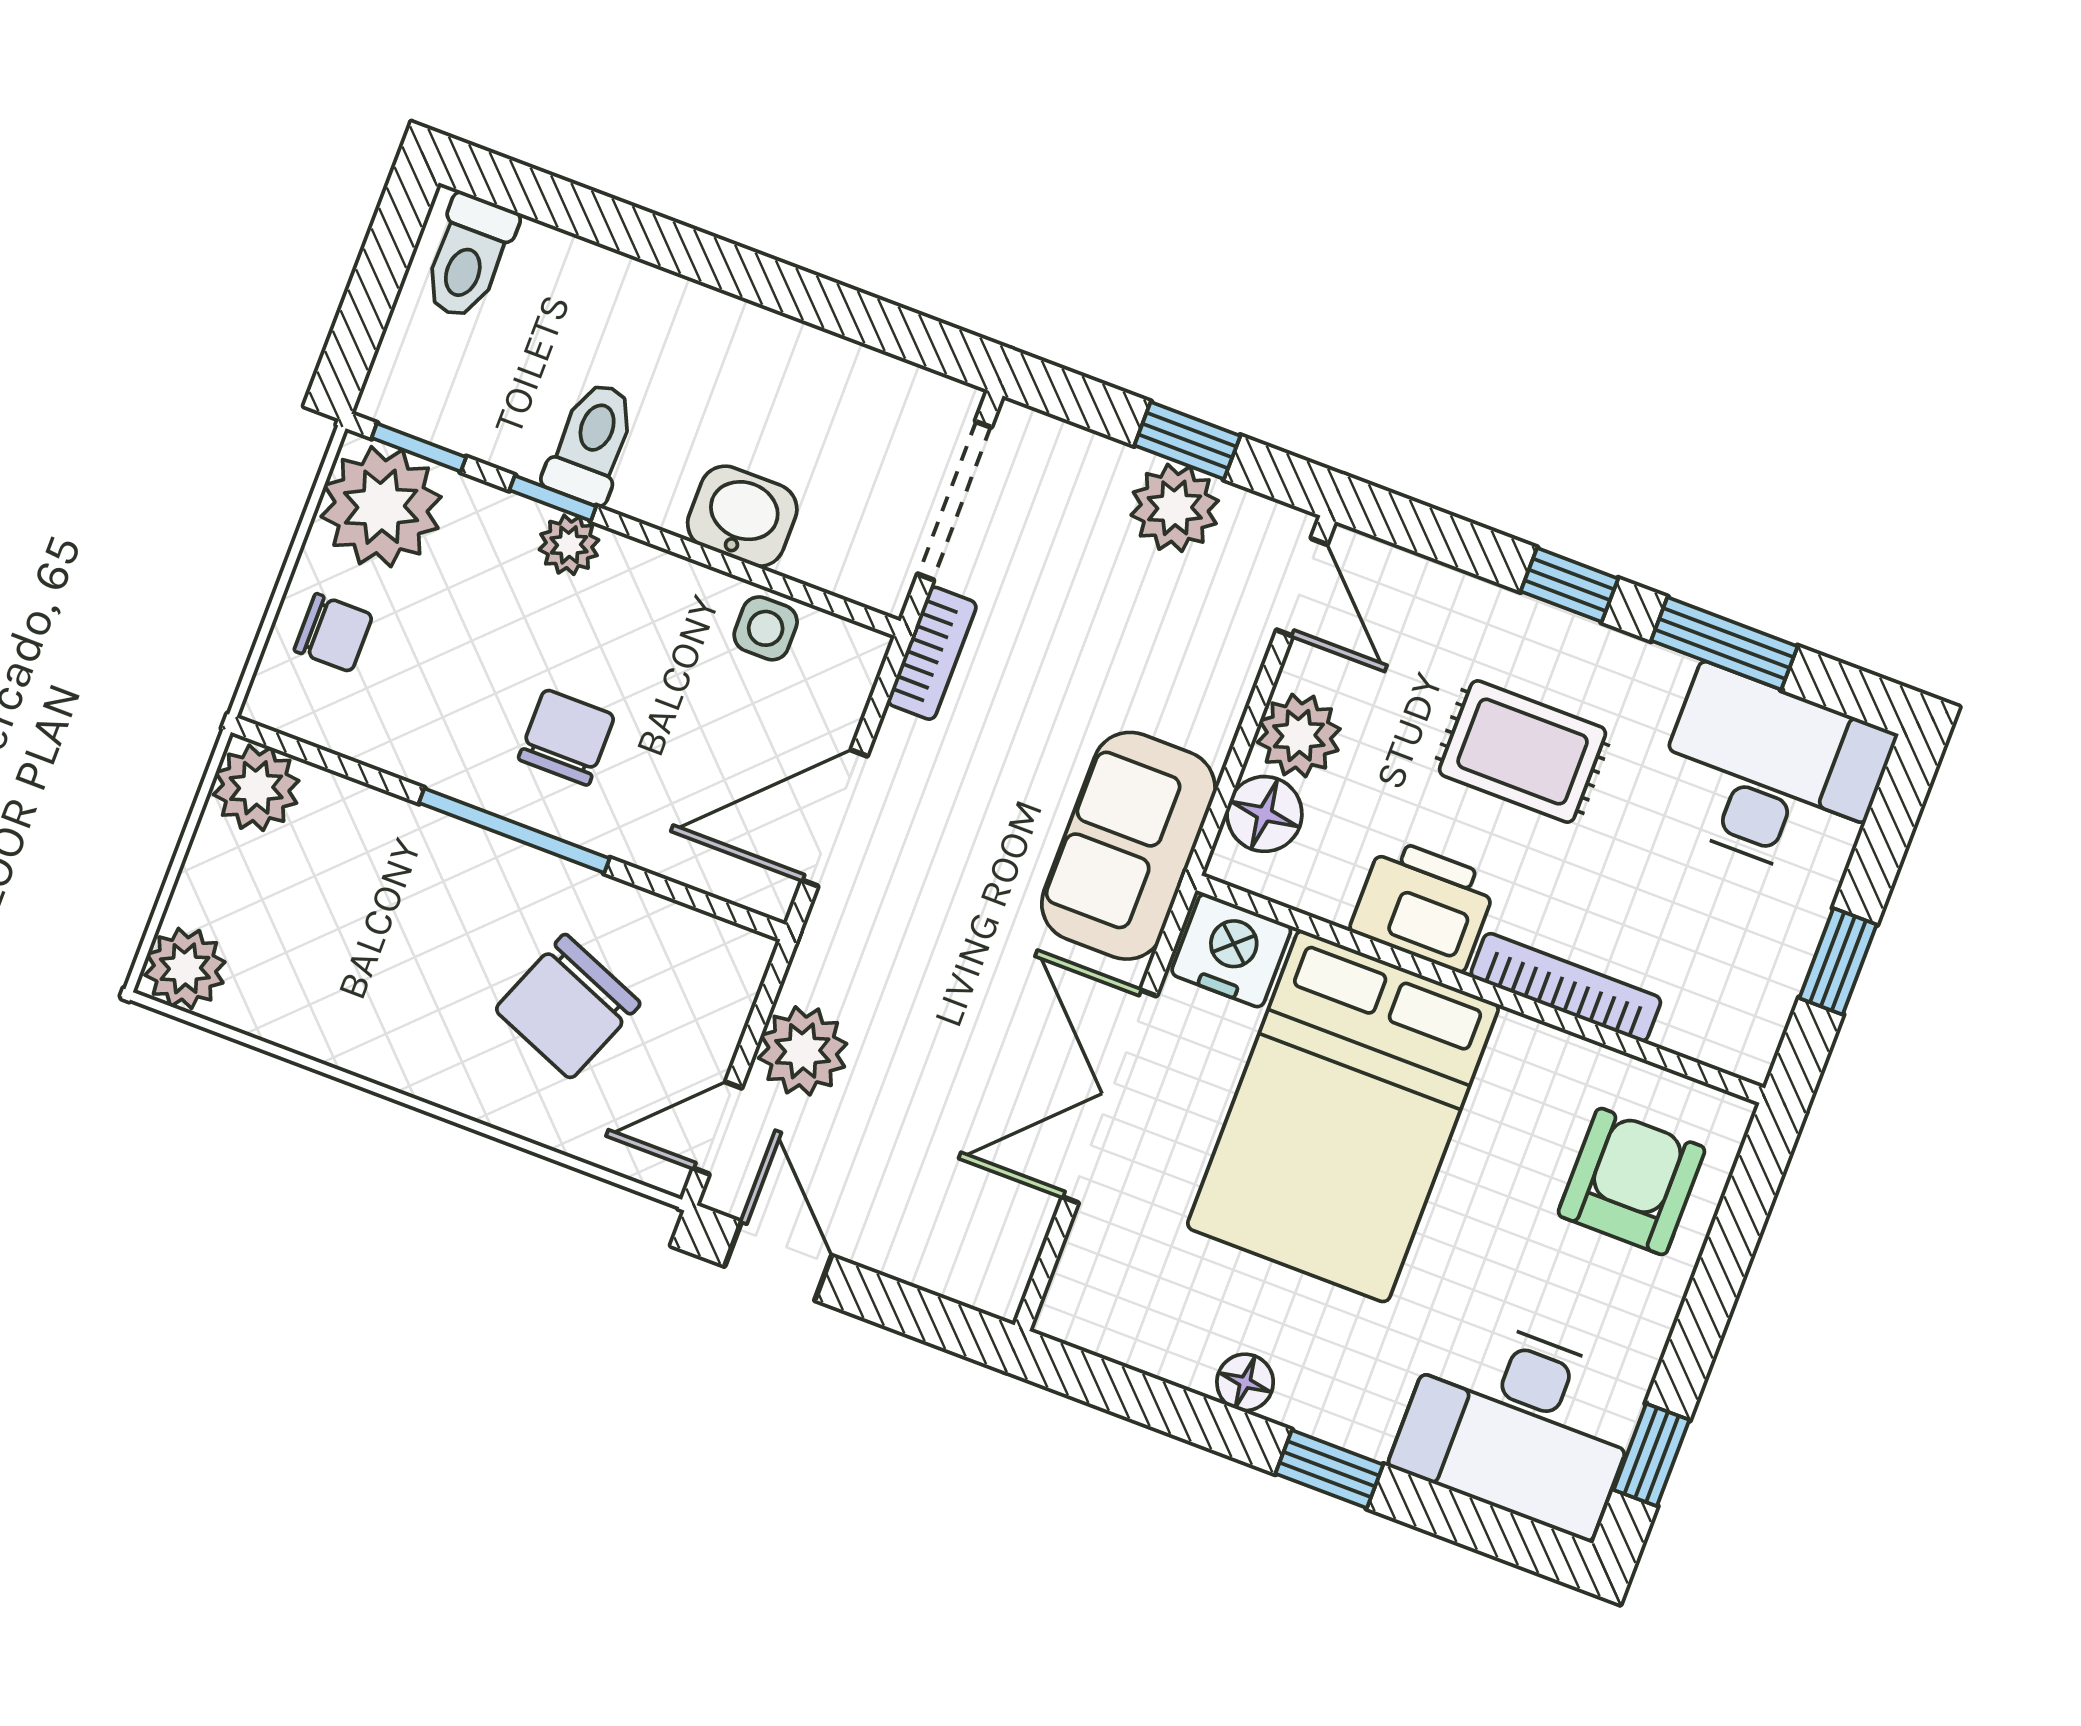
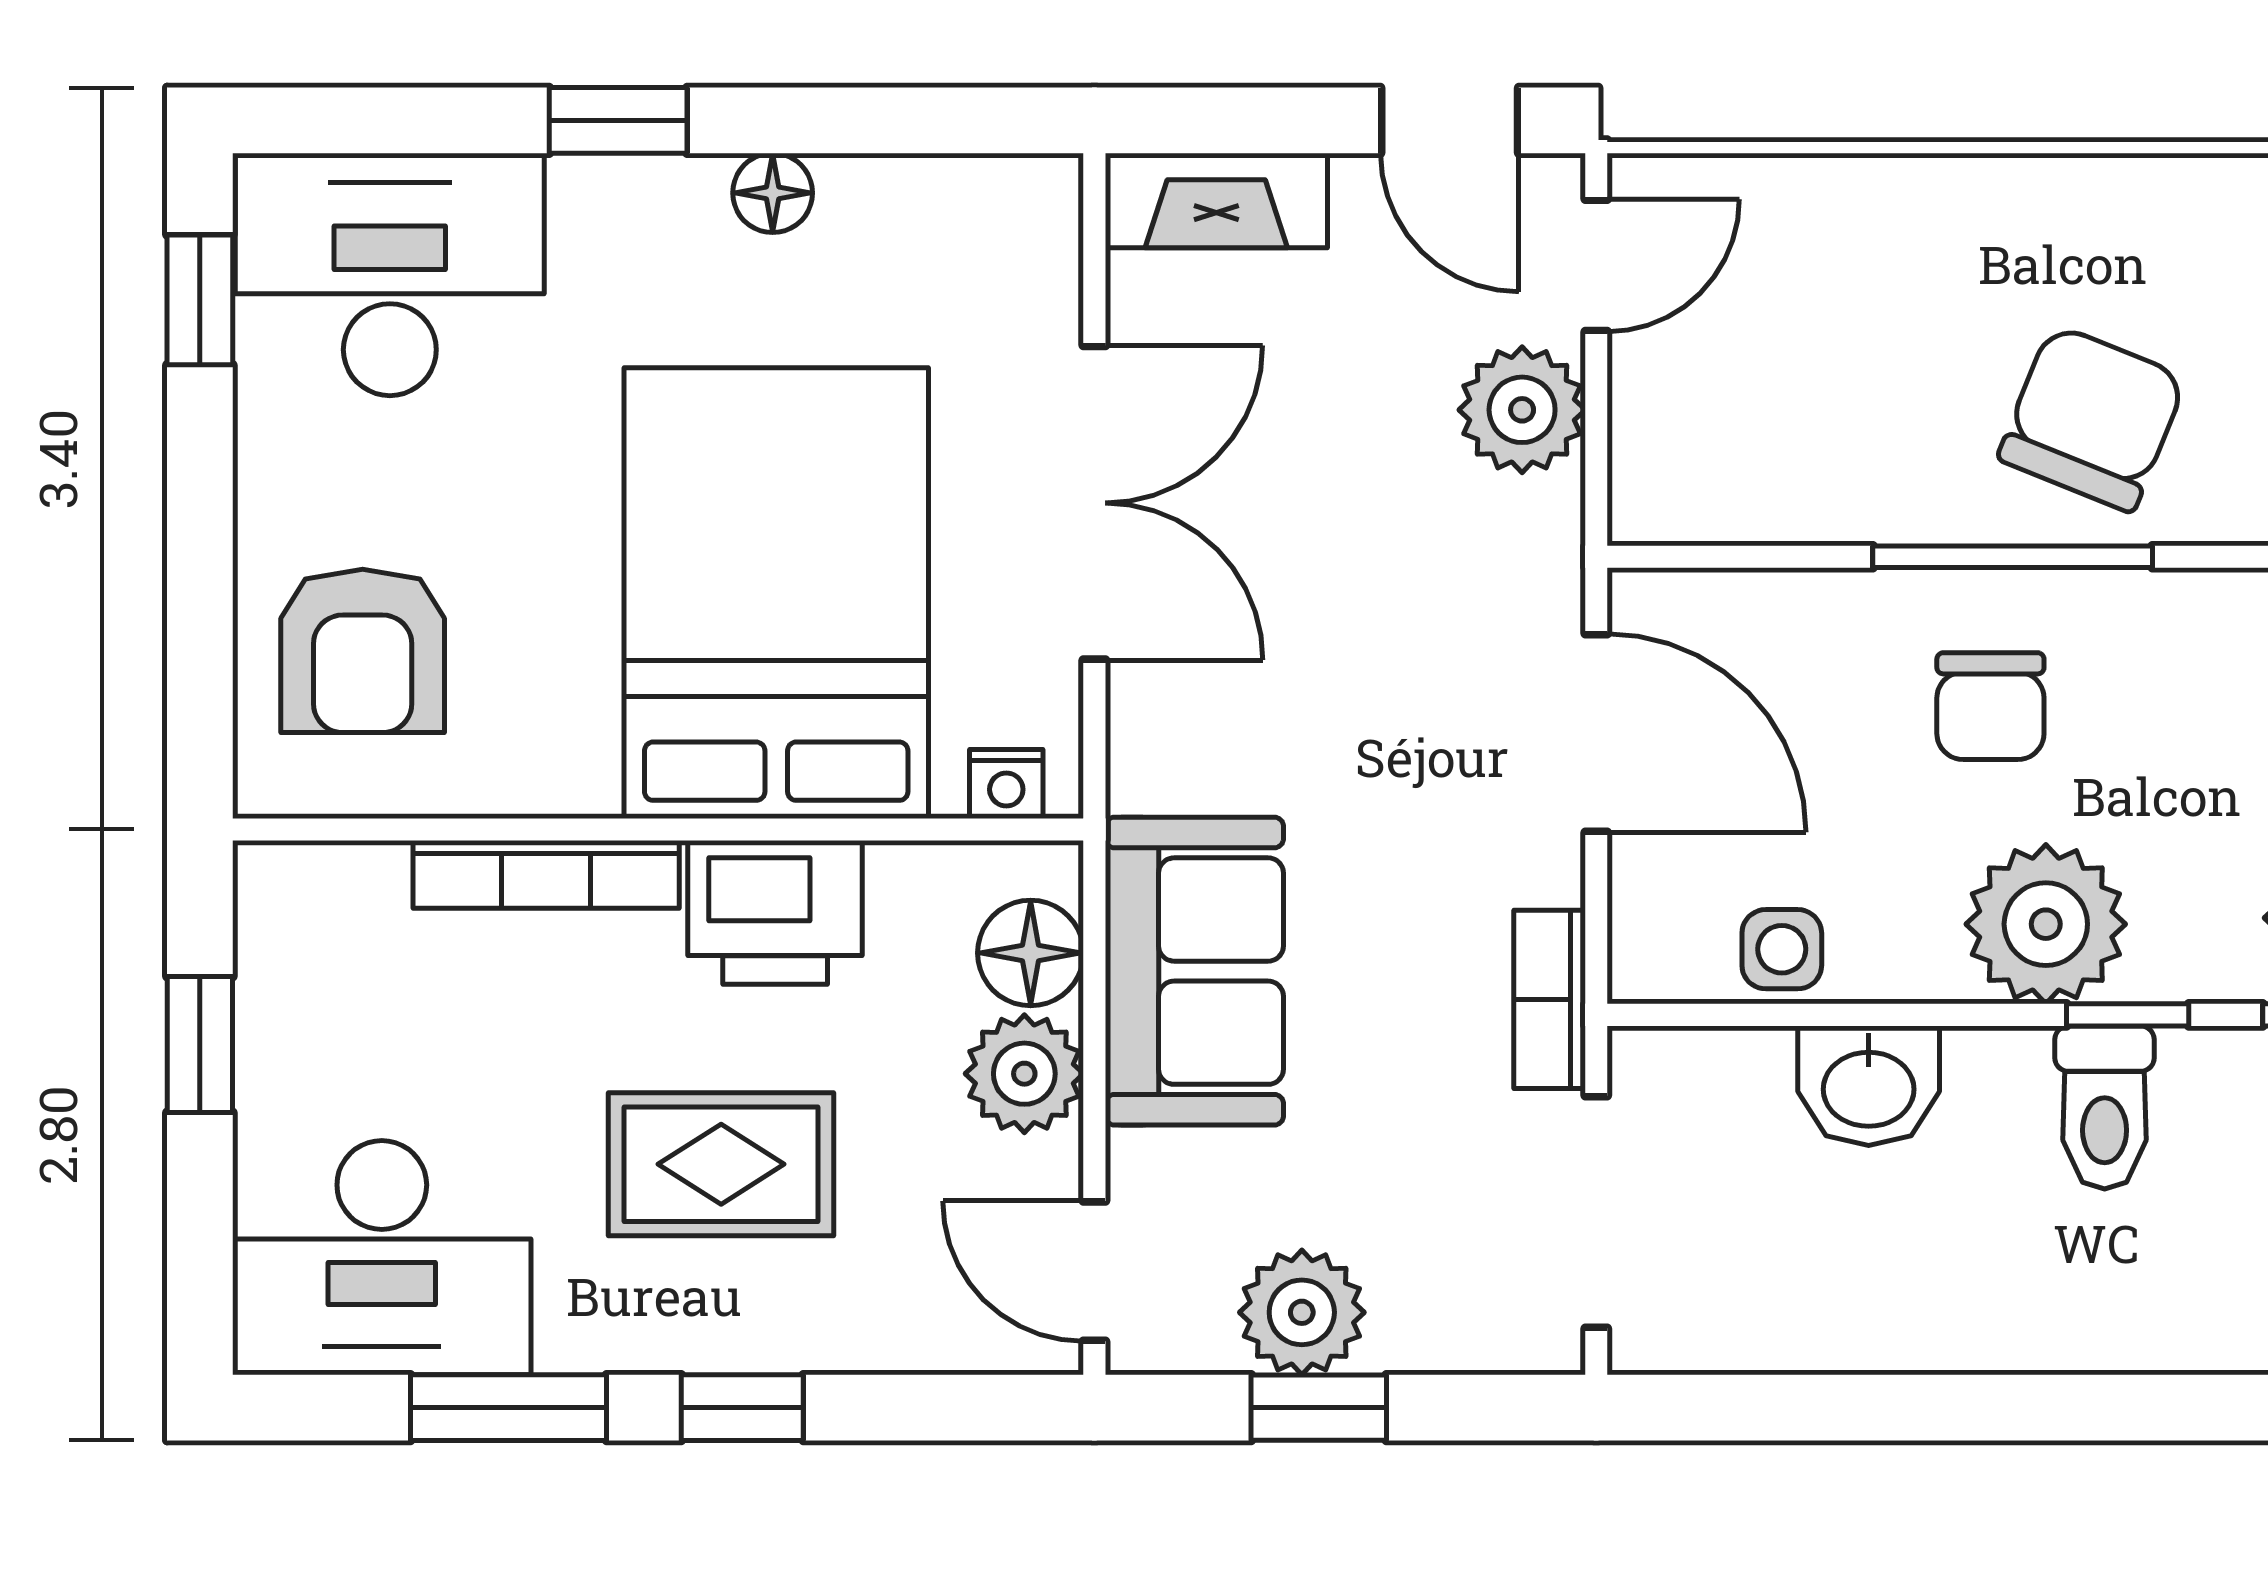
plant: (569, 545) -> (2046, 924), width x1.87, depth x1.87
door: (835, 818) -> (1596, 733), hinge flipped
sofa: (1128, 846) -> (1194, 971), moved
nightstand: (1231, 950) -> (1006, 784), width x0.53, depth x0.56
chair: (568, 1007) -> (2092, 418), moved
fireplace: (953, 1266) -> (1216, 201), added

